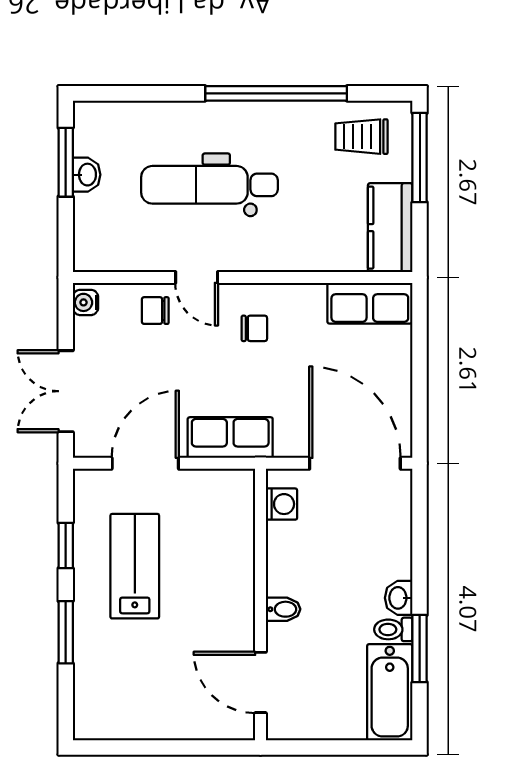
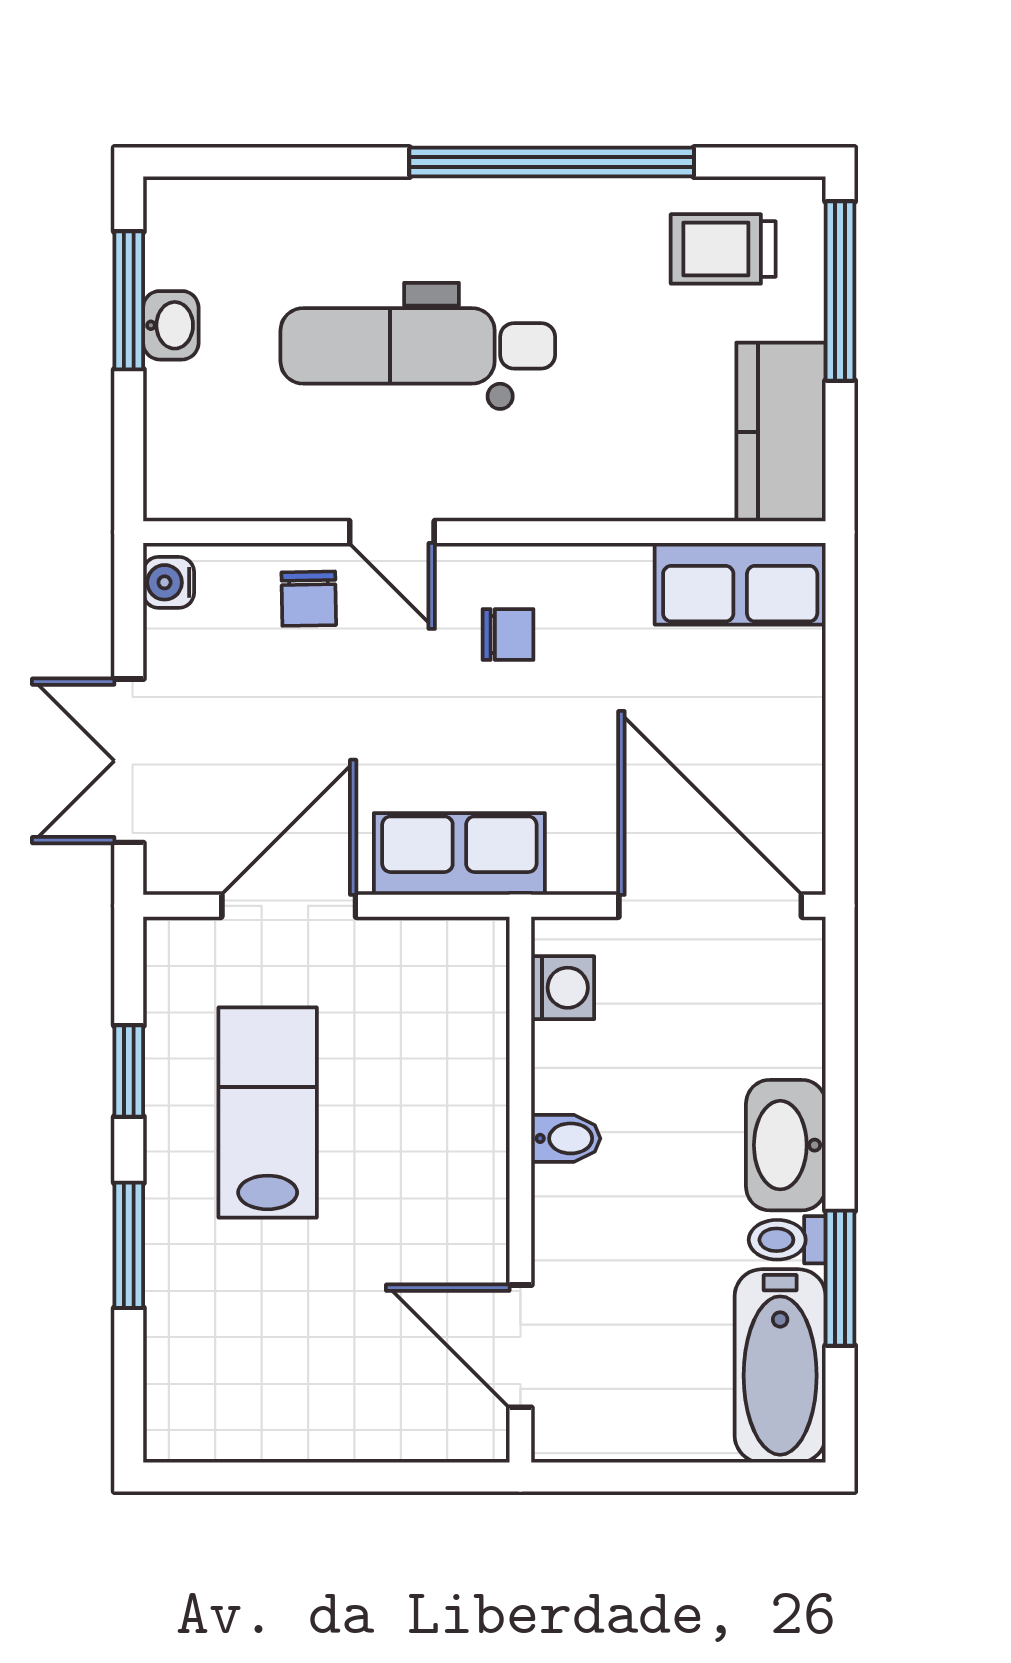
chair: (155, 311) -> (309, 599), turned -91
washbasin: (399, 598) -> (786, 1145), width x1.91, depth x1.45
bidet: (283, 609) -> (566, 1138), moved

